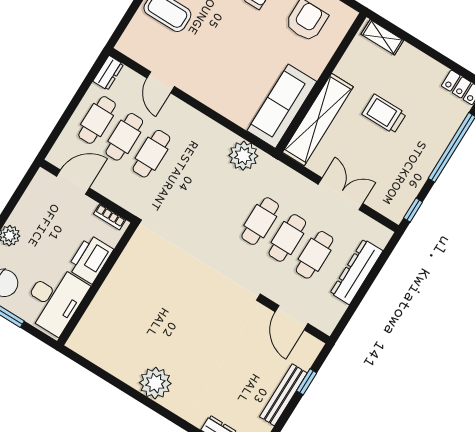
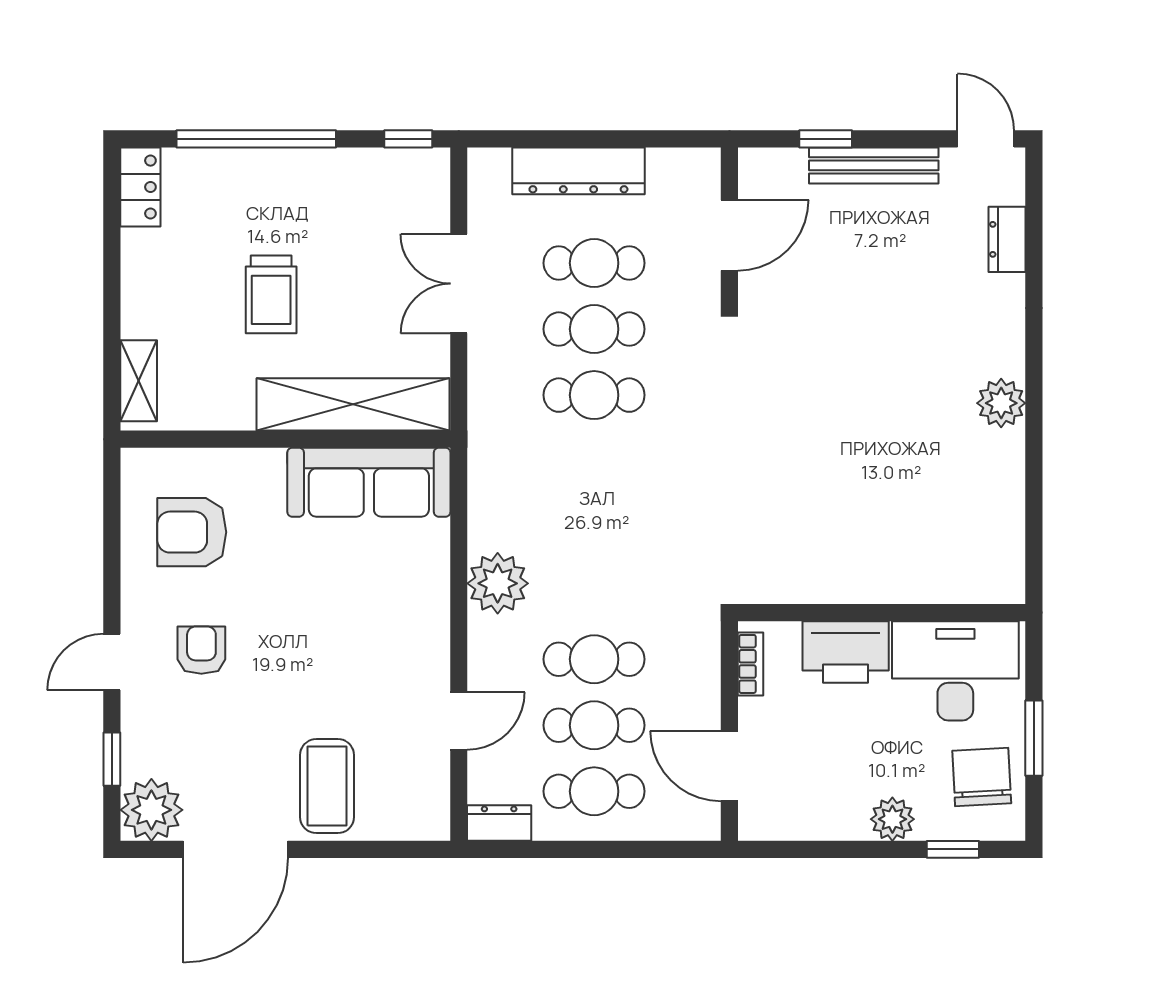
plant: (243, 156) -> (498, 583), moved
plant: (155, 383) -> (1001, 403), width x0.73, depth x0.73

